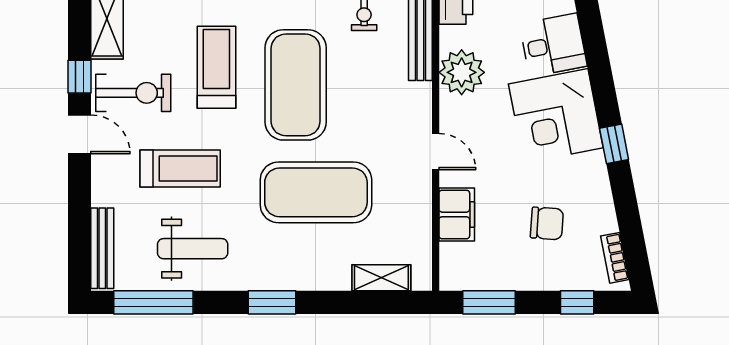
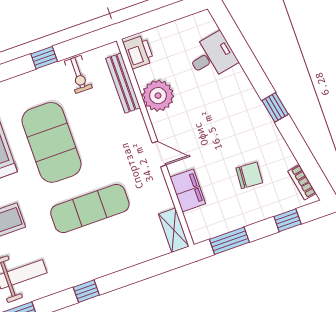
corner desk: (556, 116) -> (230, 102), removed
exercise mat: (316, 192) -> (90, 208), width x0.68
shelving: (381, 278) -> (174, 230), moved, turned 90
window: (272, 302) -> (86, 291), width x0.67

